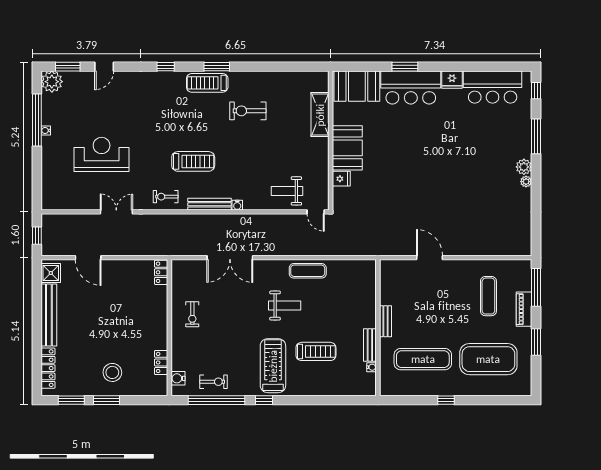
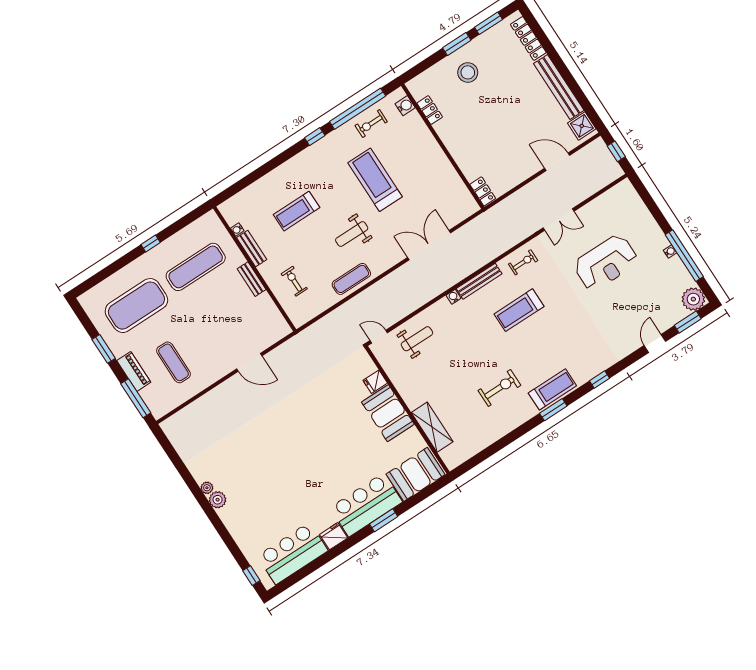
window: (536, 136) -> (225, 534), removed
exercise bike: (192, 314) -> (294, 281), moved
treadmill: (273, 366) -> (375, 180), moved, turned 180

